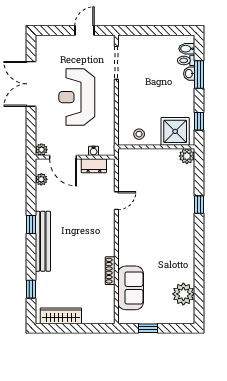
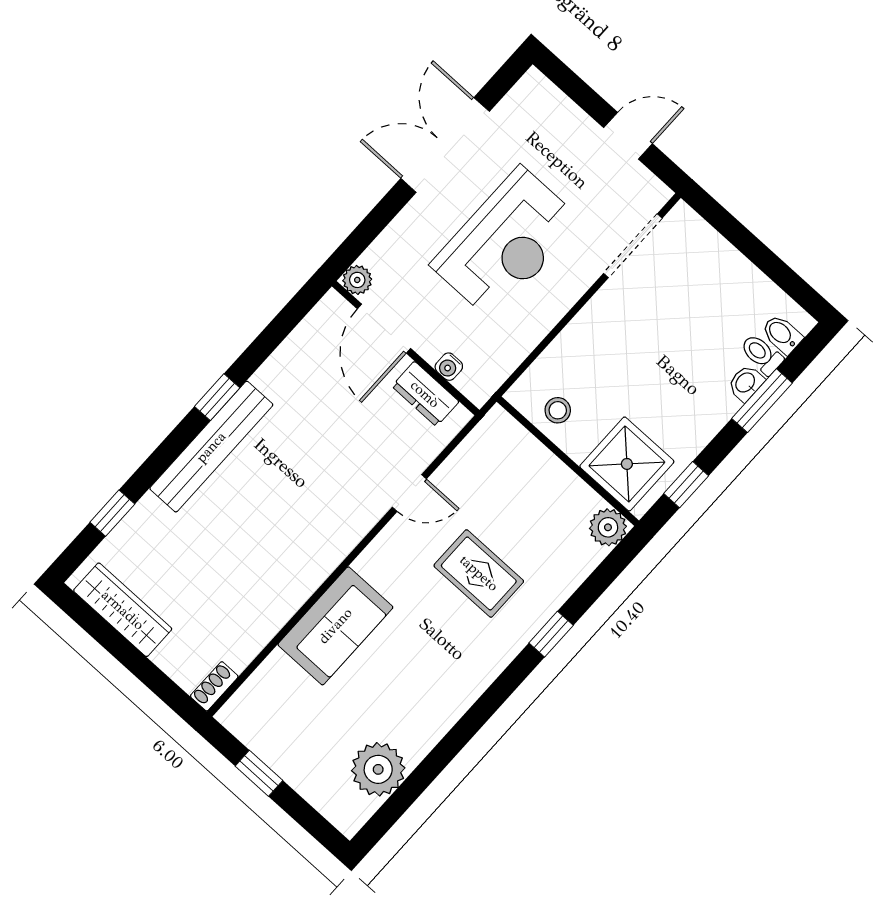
reception desk: (77, 97) -> (506, 243), turned 180
plant: (41, 179) -> (309, 333), removed
rug: (160, 206) -> (479, 573), added
shoe rack: (110, 271) -> (214, 686), moved, width x0.70
sofa: (131, 288) -> (335, 626), moved

